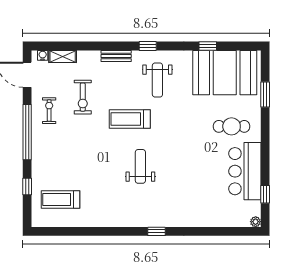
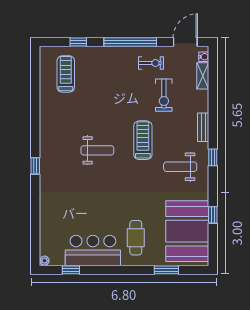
exercise bike: (83, 97) -> (164, 95), turned -90

